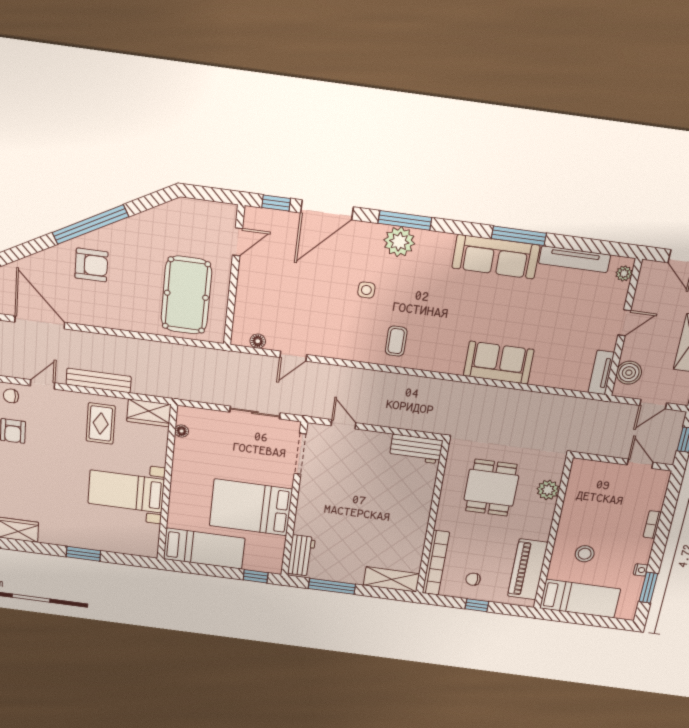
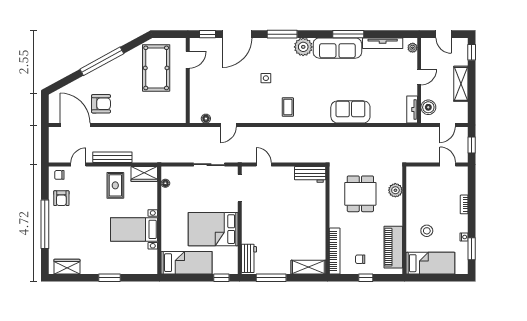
plant: (399, 242) -> (303, 47), moved
armchair: (91, 265) -> (101, 104), moved
pool table: (186, 295) -> (156, 68), moved

